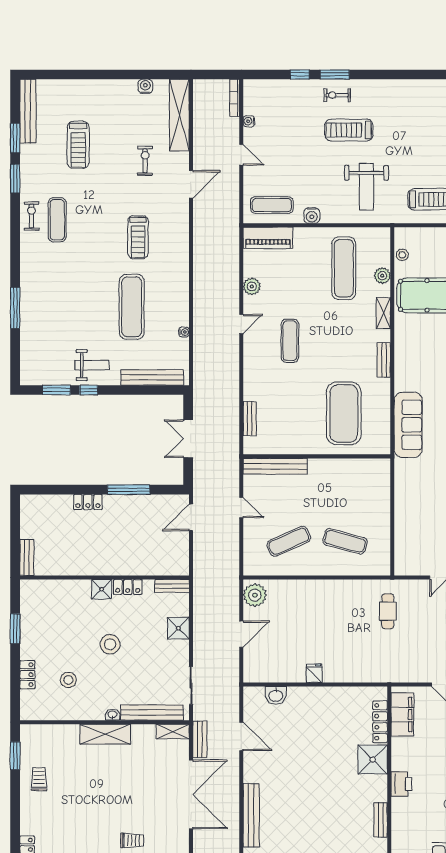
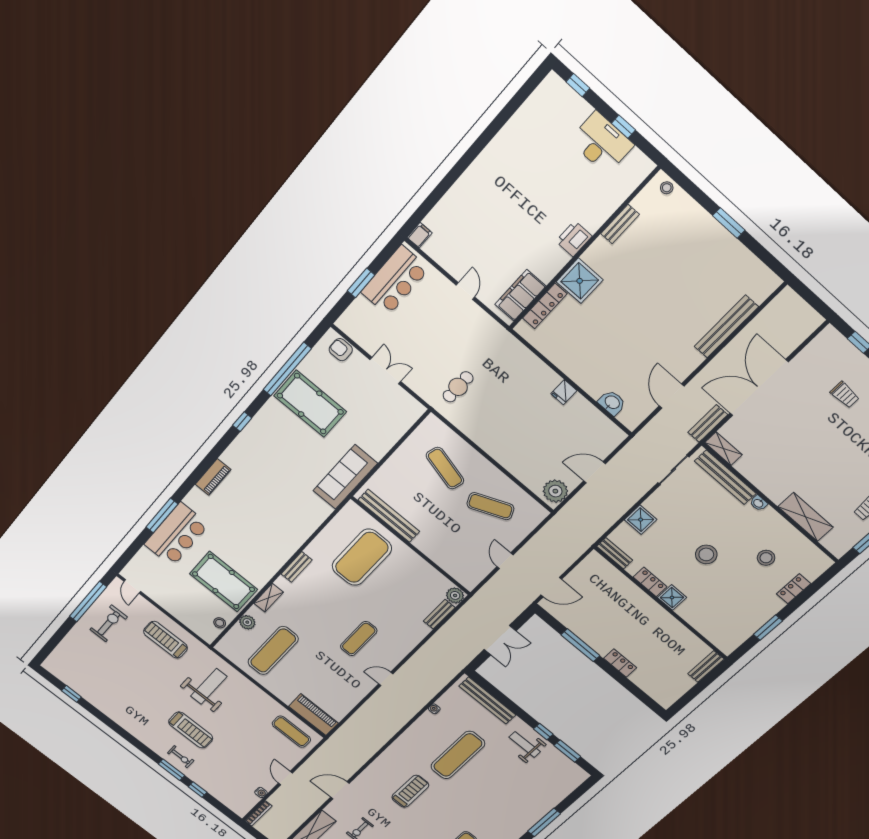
water cooler: (312, 215) -> (267, 702), removed
plant: (252, 286) -> (455, 595), moved
sofa: (408, 425) -> (345, 477), moved
bench: (275, 466) -> (389, 516), moved
shelving: (105, 734) -> (806, 517), moved
trolley: (132, 840) -> (845, 395), turned 180

